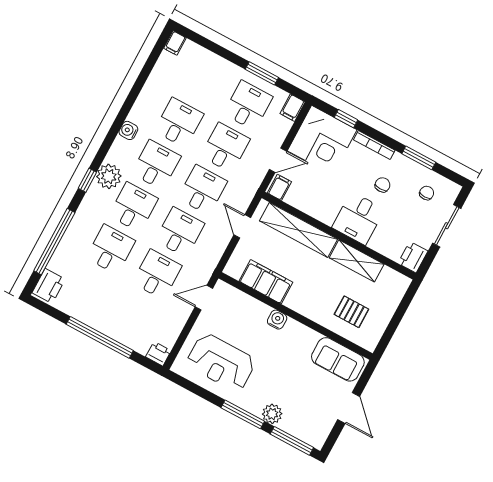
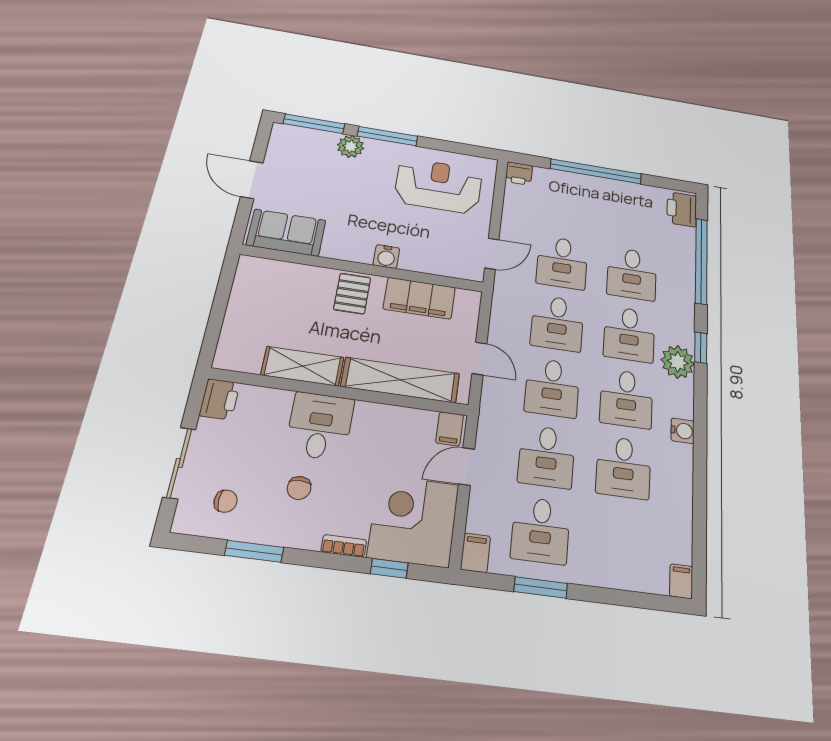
bookcase: (374, 145) -> (344, 546), width x0.64
chair: (427, 193) -> (226, 501), turned -90
pallet: (351, 312) -> (352, 294), moved, turned 90

